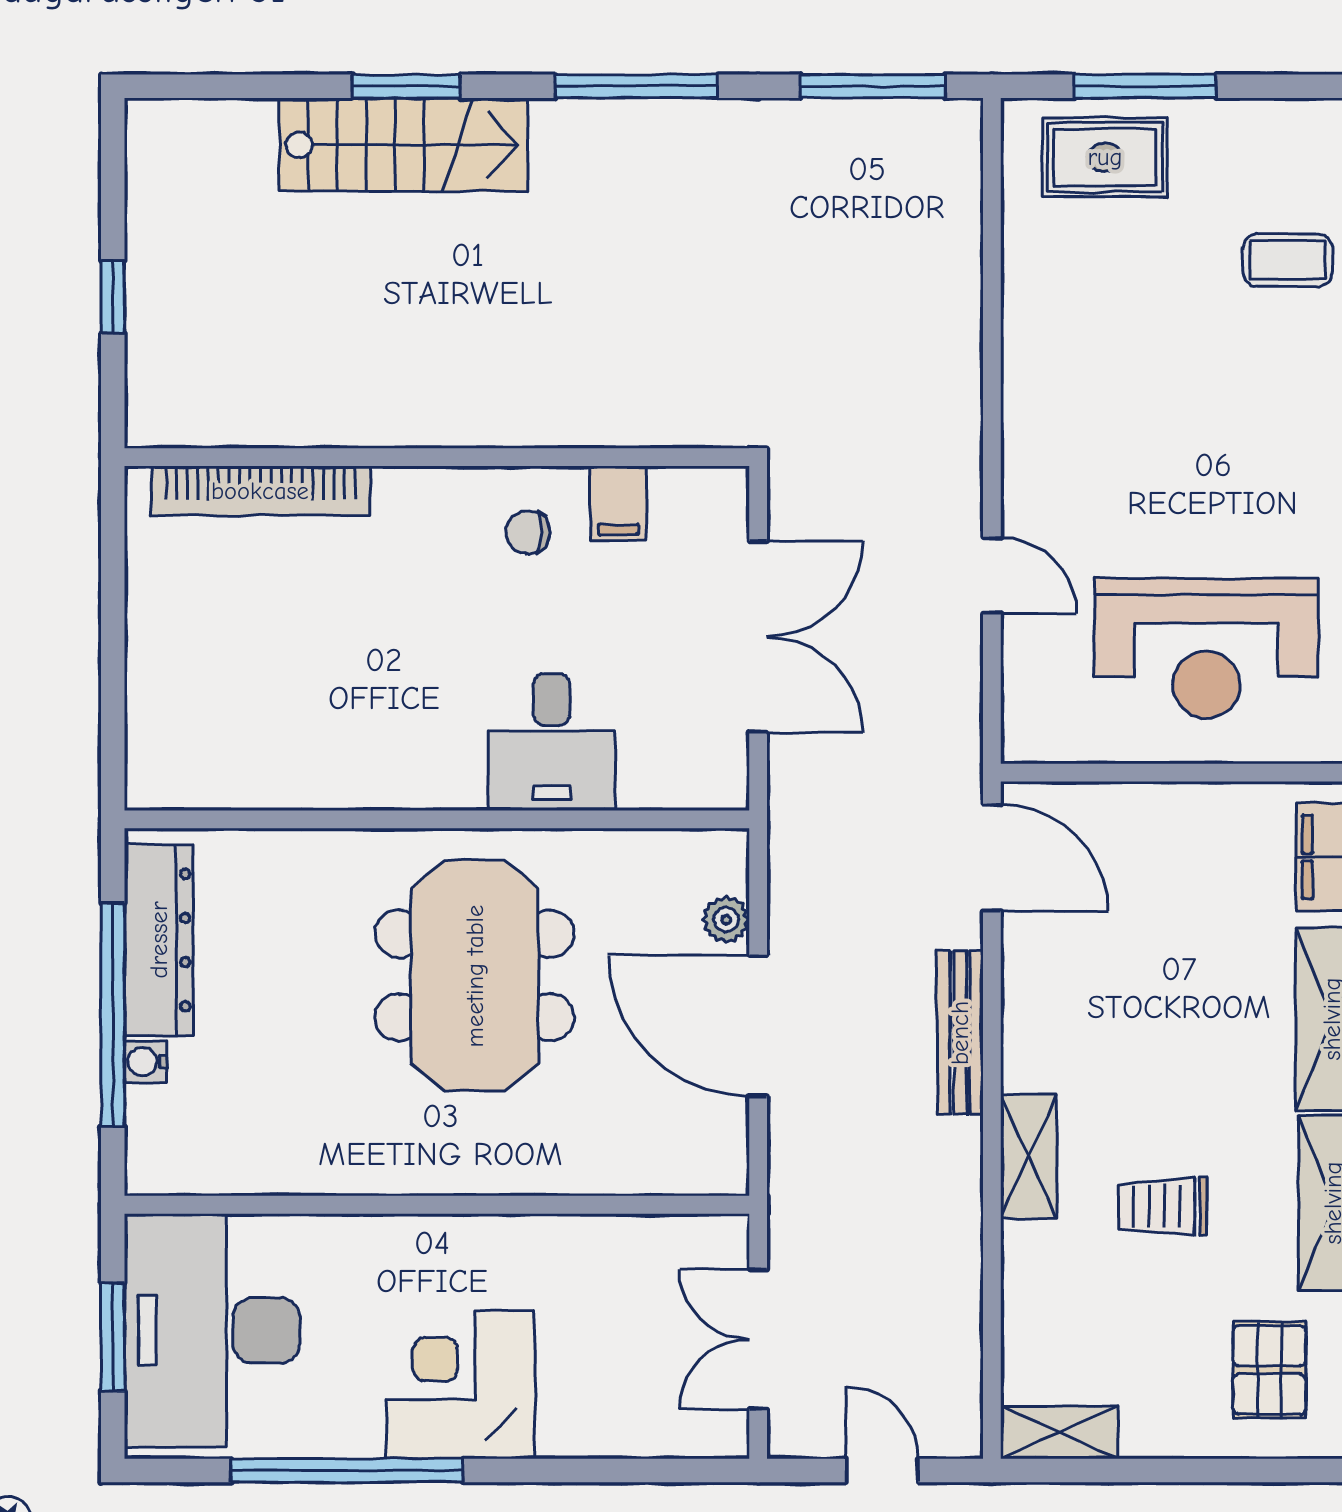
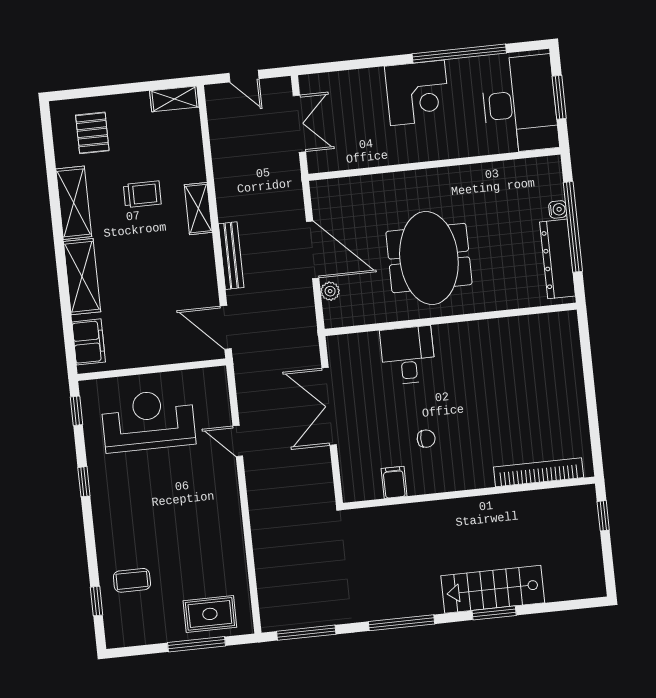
wall: (437, 457) -> (469, 493), moved
bookcase: (260, 491) -> (539, 472), moved
filing cabinet: (618, 503) -> (394, 482), moved

